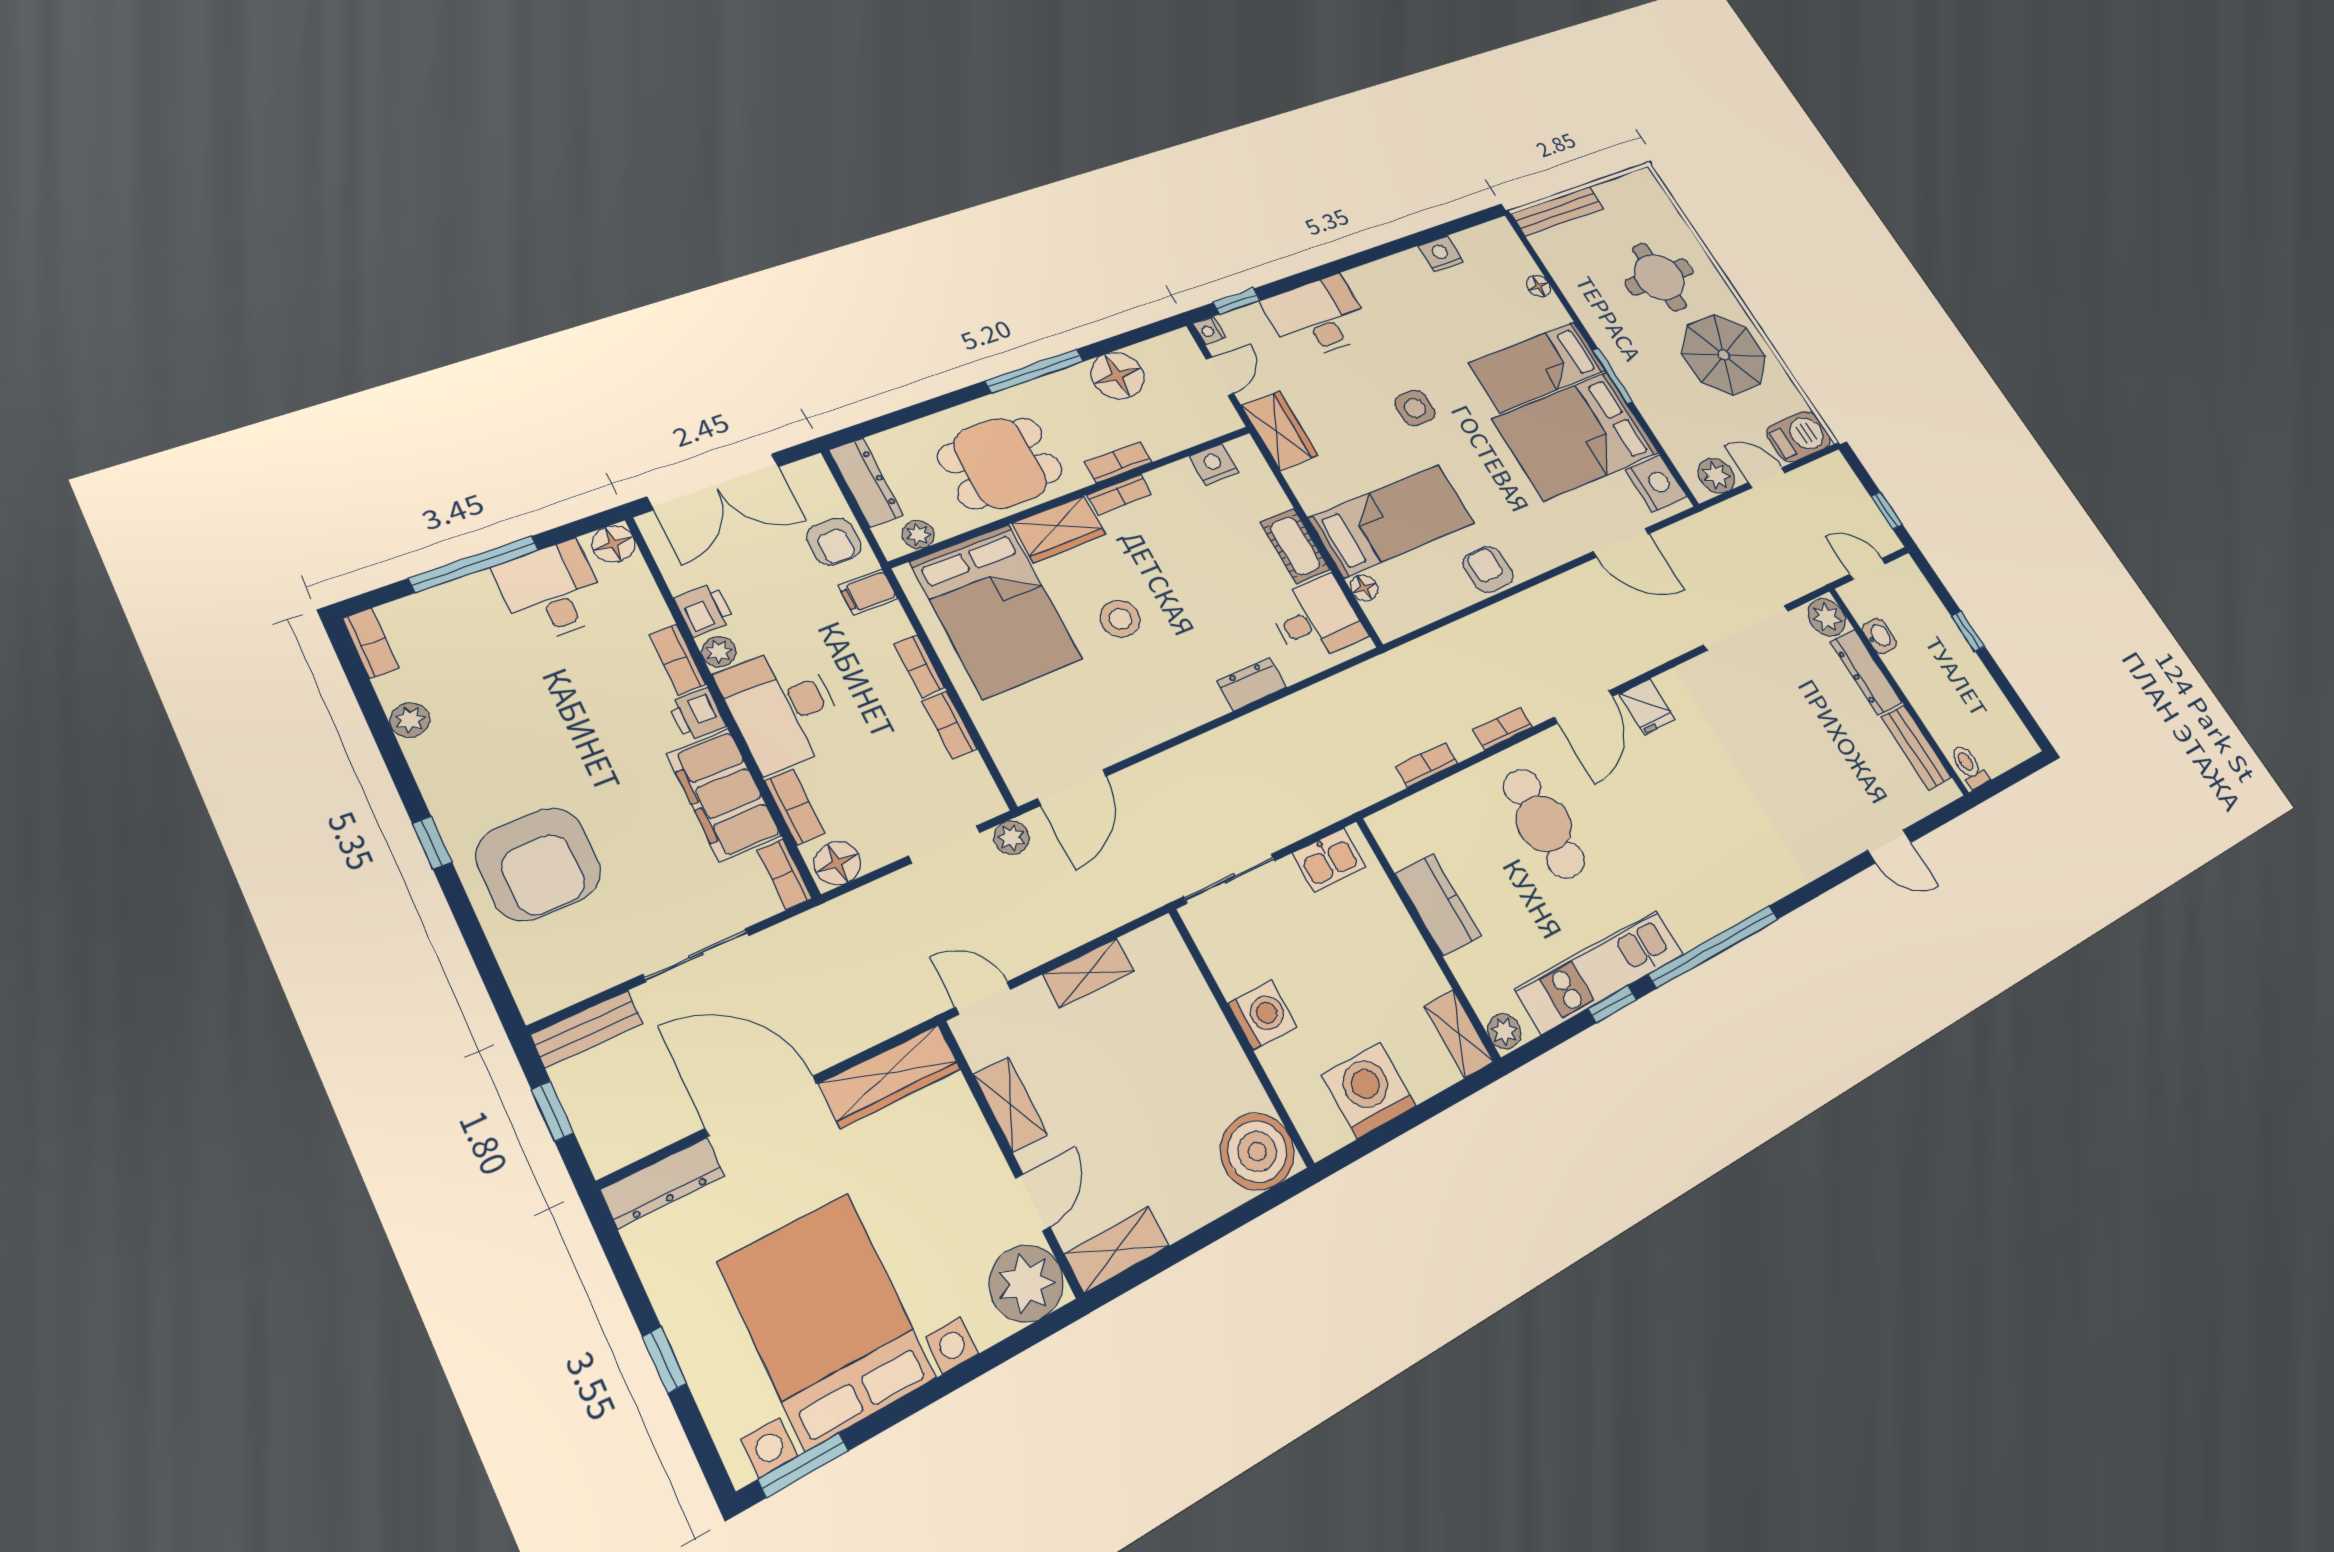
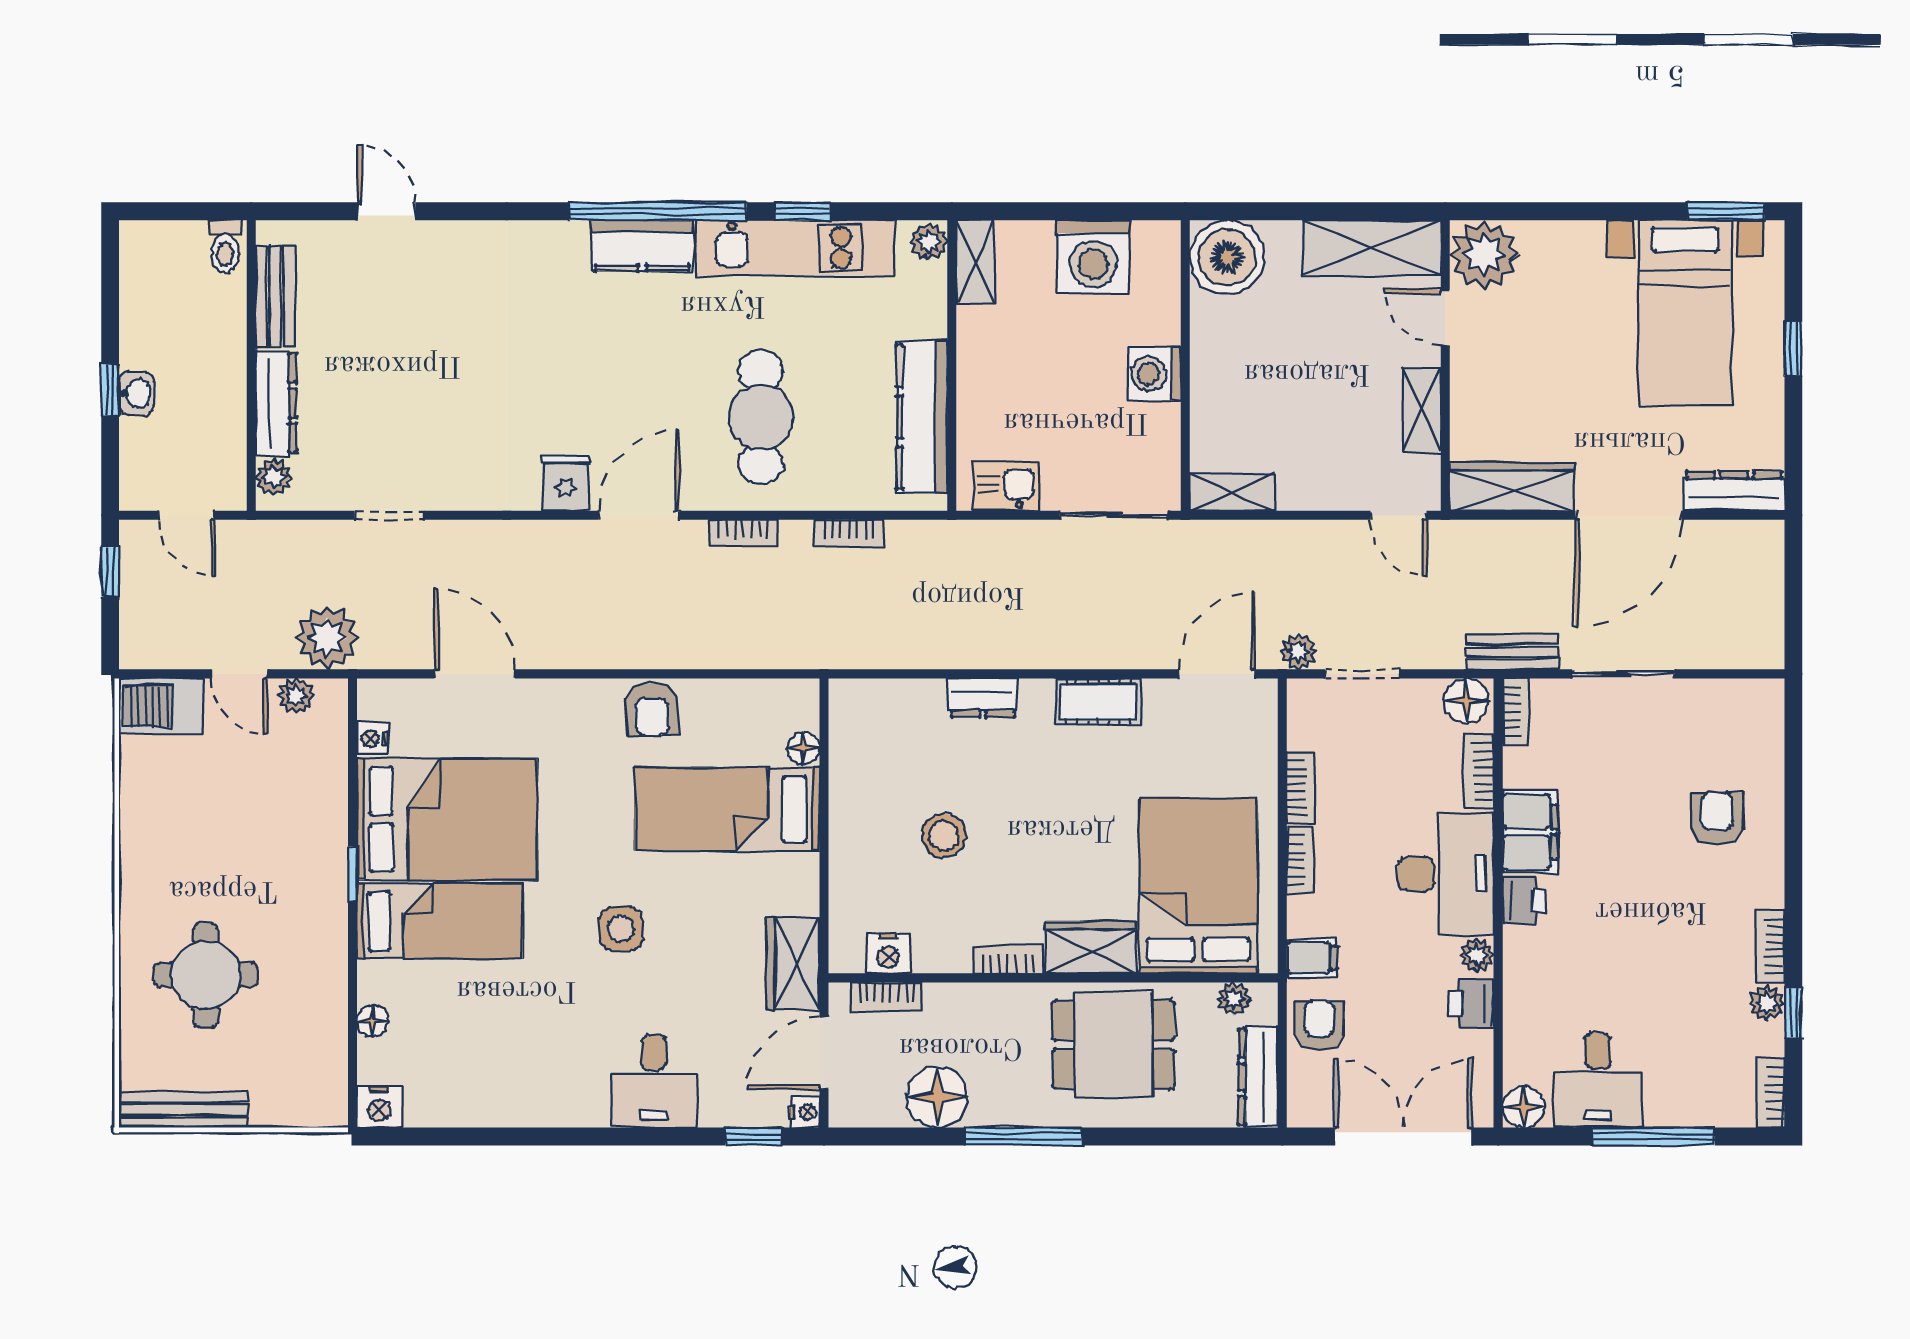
bench: (1557, 211) -> (183, 1110), moved
nightstand: (1441, 254) -> (379, 1107), moved
desk: (1318, 318) -> (654, 1081), width x0.73
parasol: (1724, 355) -> (189, 844), removed
door: (1220, 376) -> (824, 1053), width x1.38
window: (1613, 376) -> (353, 873), width x0.67
bookcase: (1118, 462) -> (886, 997), moved
plant: (1716, 476) -> (296, 696), width x0.73, depth x0.73
nightstand: (1656, 483) -> (372, 739), width x0.53, depth x0.56
plant: (1730, 526) -> (327, 638), added
cot: (1295, 546) -> (1098, 701), moved, turned 90
plant: (1827, 617) -> (274, 477), width x0.73, depth x0.73
stool: (1120, 619) -> (944, 836), moved
desk: (1317, 619) -> (875, 736), removed
doorway: (1746, 628) -> (389, 515), width x0.53
washbasin: (1879, 636) -> (136, 393), moved, turned 180
bookcase: (678, 659) -> (1770, 946), moved, turned 180
filing cabinet: (724, 795) -> (1530, 832), width x0.67, depth x0.86
window: (432, 843) -> (1793, 1013), moved
armchair: (538, 864) -> (1717, 819), width x0.53, depth x0.53
kitchen counter: (1438, 905) -> (922, 417), width x1.50
kitchen counter: (1708, 913) -> (642, 246), added
shelving: (1088, 973) -> (1232, 492), moved
bench: (587, 1029) -> (1512, 652), moved
door: (761, 1106) -> (1629, 515), hinge flipped
window: (553, 1111) -> (1793, 595), removed
door: (1033, 1203) -> (1445, 318), hinge flipped
shelving: (1117, 1250) -> (1372, 248), width x1.50, depth x1.33
bed with nightstands: (827, 1320) -> (1685, 313), width x0.73

